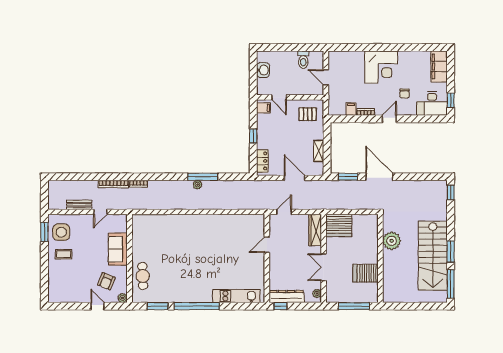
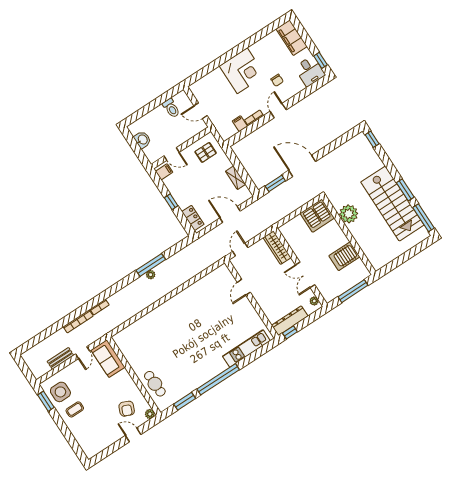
desk: (432, 104) -> (310, 71), width x0.73
server rack: (339, 225) -> (317, 216), moved
sofa: (118, 249) -> (108, 359), moved

